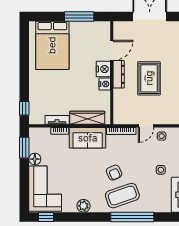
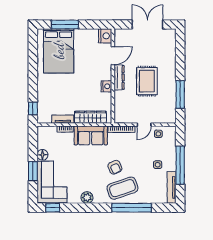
window: (79, 16) -> (65, 24), moved
nightstand: (103, 69) -> (105, 36), moved
window: (24, 148) -> (33, 171), moved

